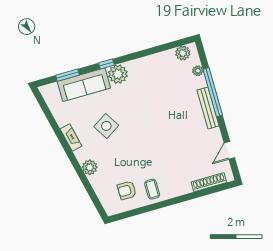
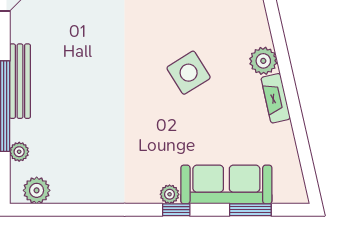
plant: (118, 74) -> (170, 194), width x0.53, depth x0.53
side table: (106, 126) -> (189, 73), moved
plant: (90, 167) -> (263, 61), moved

